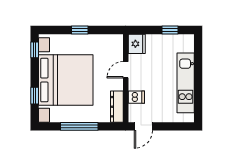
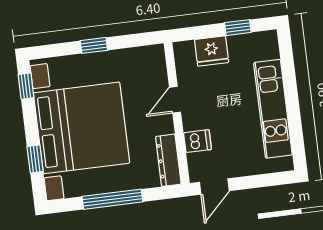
fridge: (137, 44) -> (212, 51), moved, turned 90

